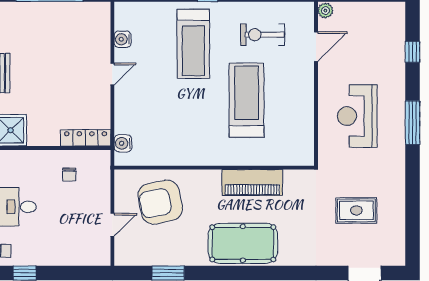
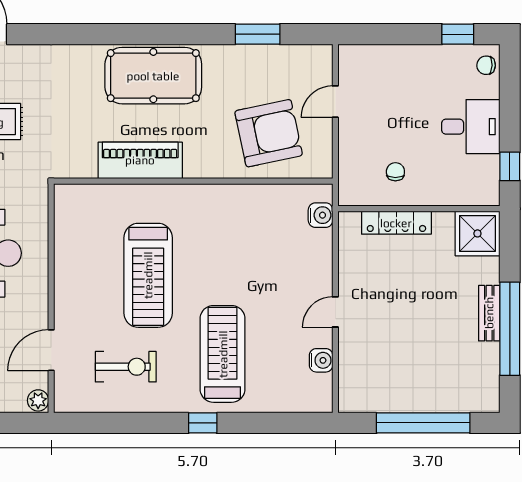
locker: (86, 138) -> (396, 223), moved

